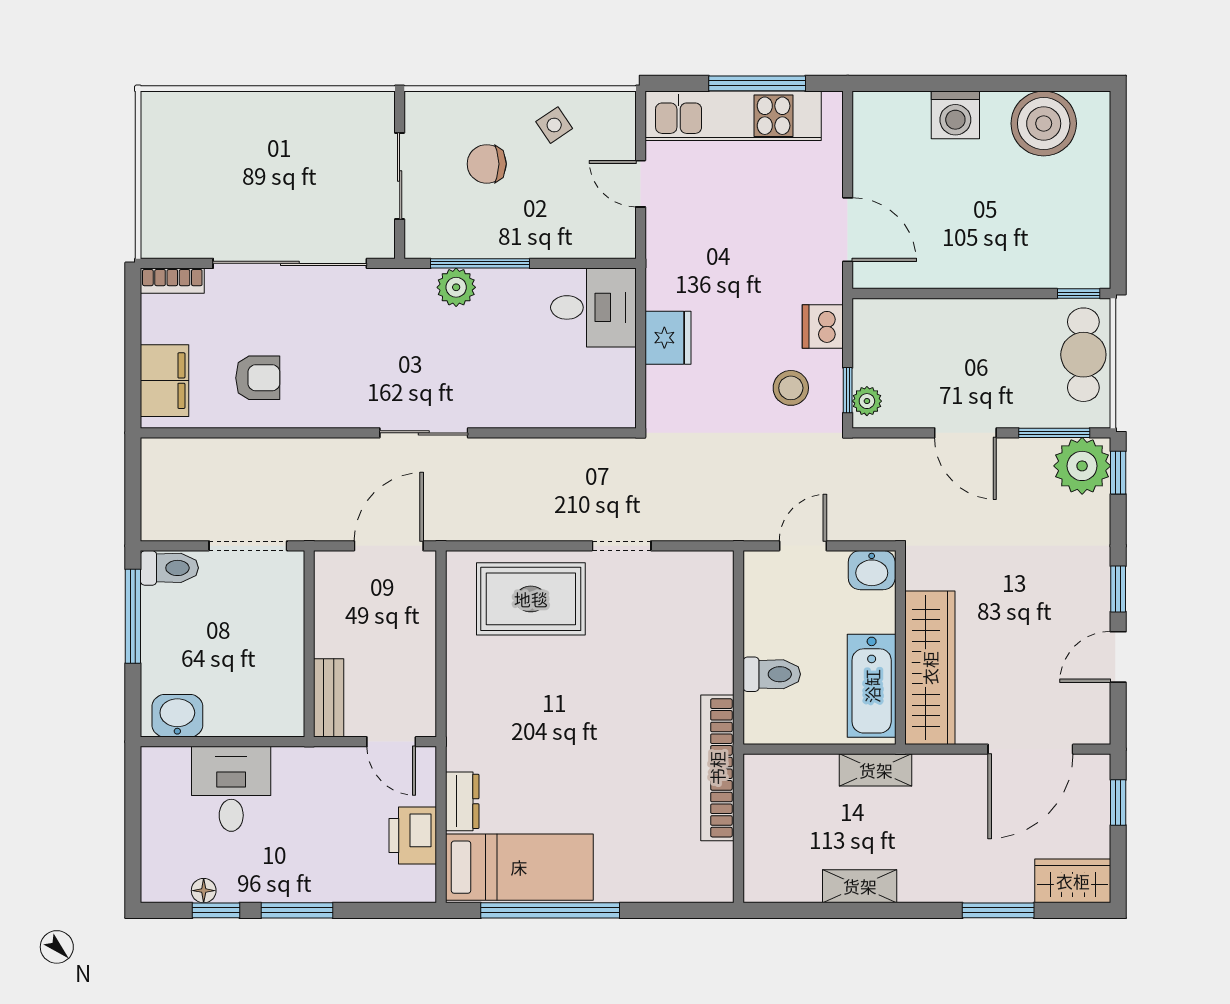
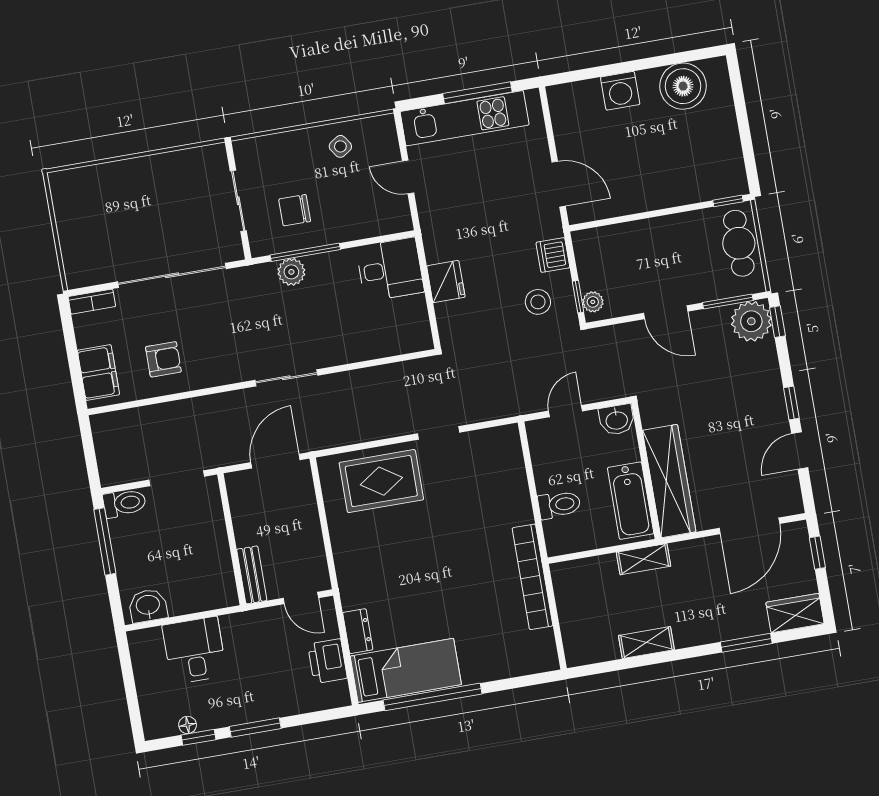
chair: (487, 164) -> (295, 210), moved

